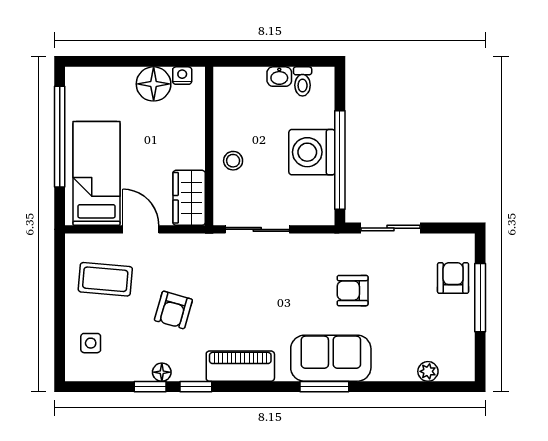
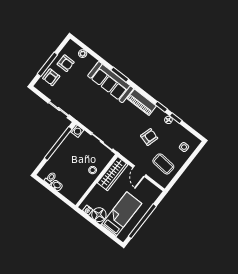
washing machine: (312, 152) -> (77, 131), moved, width x0.53, depth x0.53
bed: (97, 173) -> (121, 214), moved, turned 180
wardrobe: (189, 198) -> (113, 174), width x1.50
armchair: (353, 291) -> (66, 63), moved
sofa: (331, 358) -> (111, 82), width x1.36

